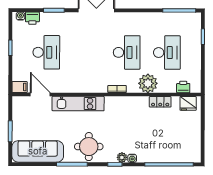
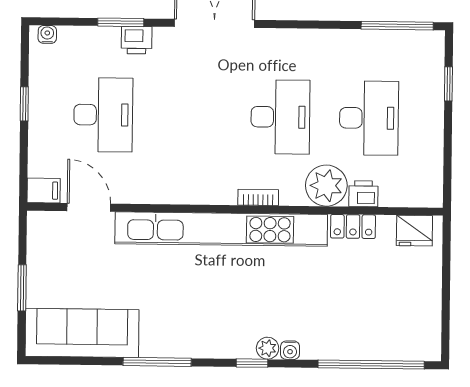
printer: (32, 18) -> (137, 40), moved
printer: (183, 87) -> (363, 194), moved
kitchen unit: (78, 104) -> (221, 229), width x1.86
round table: (89, 147) -> (195, 323), removed

